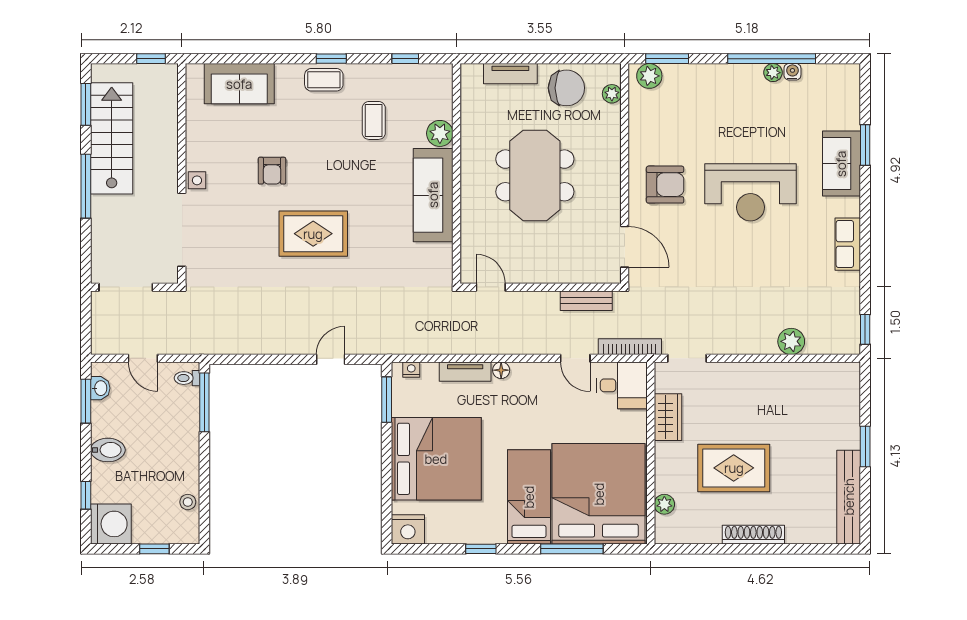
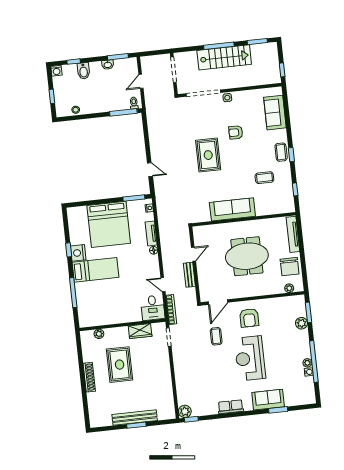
tv unit: (510, 74) -> (293, 234), width x1.41
plant: (649, 76) -> (301, 323), moved
plant: (440, 133) -> (262, 209), removed
stairs: (112, 138) -> (224, 57), moved
coffee table: (696, 258) -> (216, 336), added
door: (491, 287) -> (193, 254), moved
bench: (586, 301) -> (189, 275), moved
plant: (791, 341) -> (185, 411), moved
door: (575, 358) -> (163, 285), hinge flipped
washbasin: (100, 388) -> (108, 65), moved
bidet: (108, 450) -> (84, 71), moved
bed: (599, 494) -> (101, 302), removed
bench: (849, 497) -> (135, 418), moved
washing machine: (111, 524) -> (56, 71), width x0.53, depth x0.53
nightstand: (408, 529) -> (78, 253), moved

